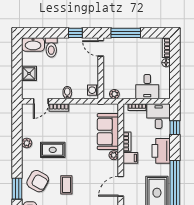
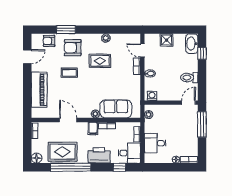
window: (75, 33) -> (202, 53), moved
toilet: (51, 47) -> (189, 78), moved
rug: (53, 150) -> (100, 61), turned 90
armchair: (38, 181) -> (73, 48), turned 61

